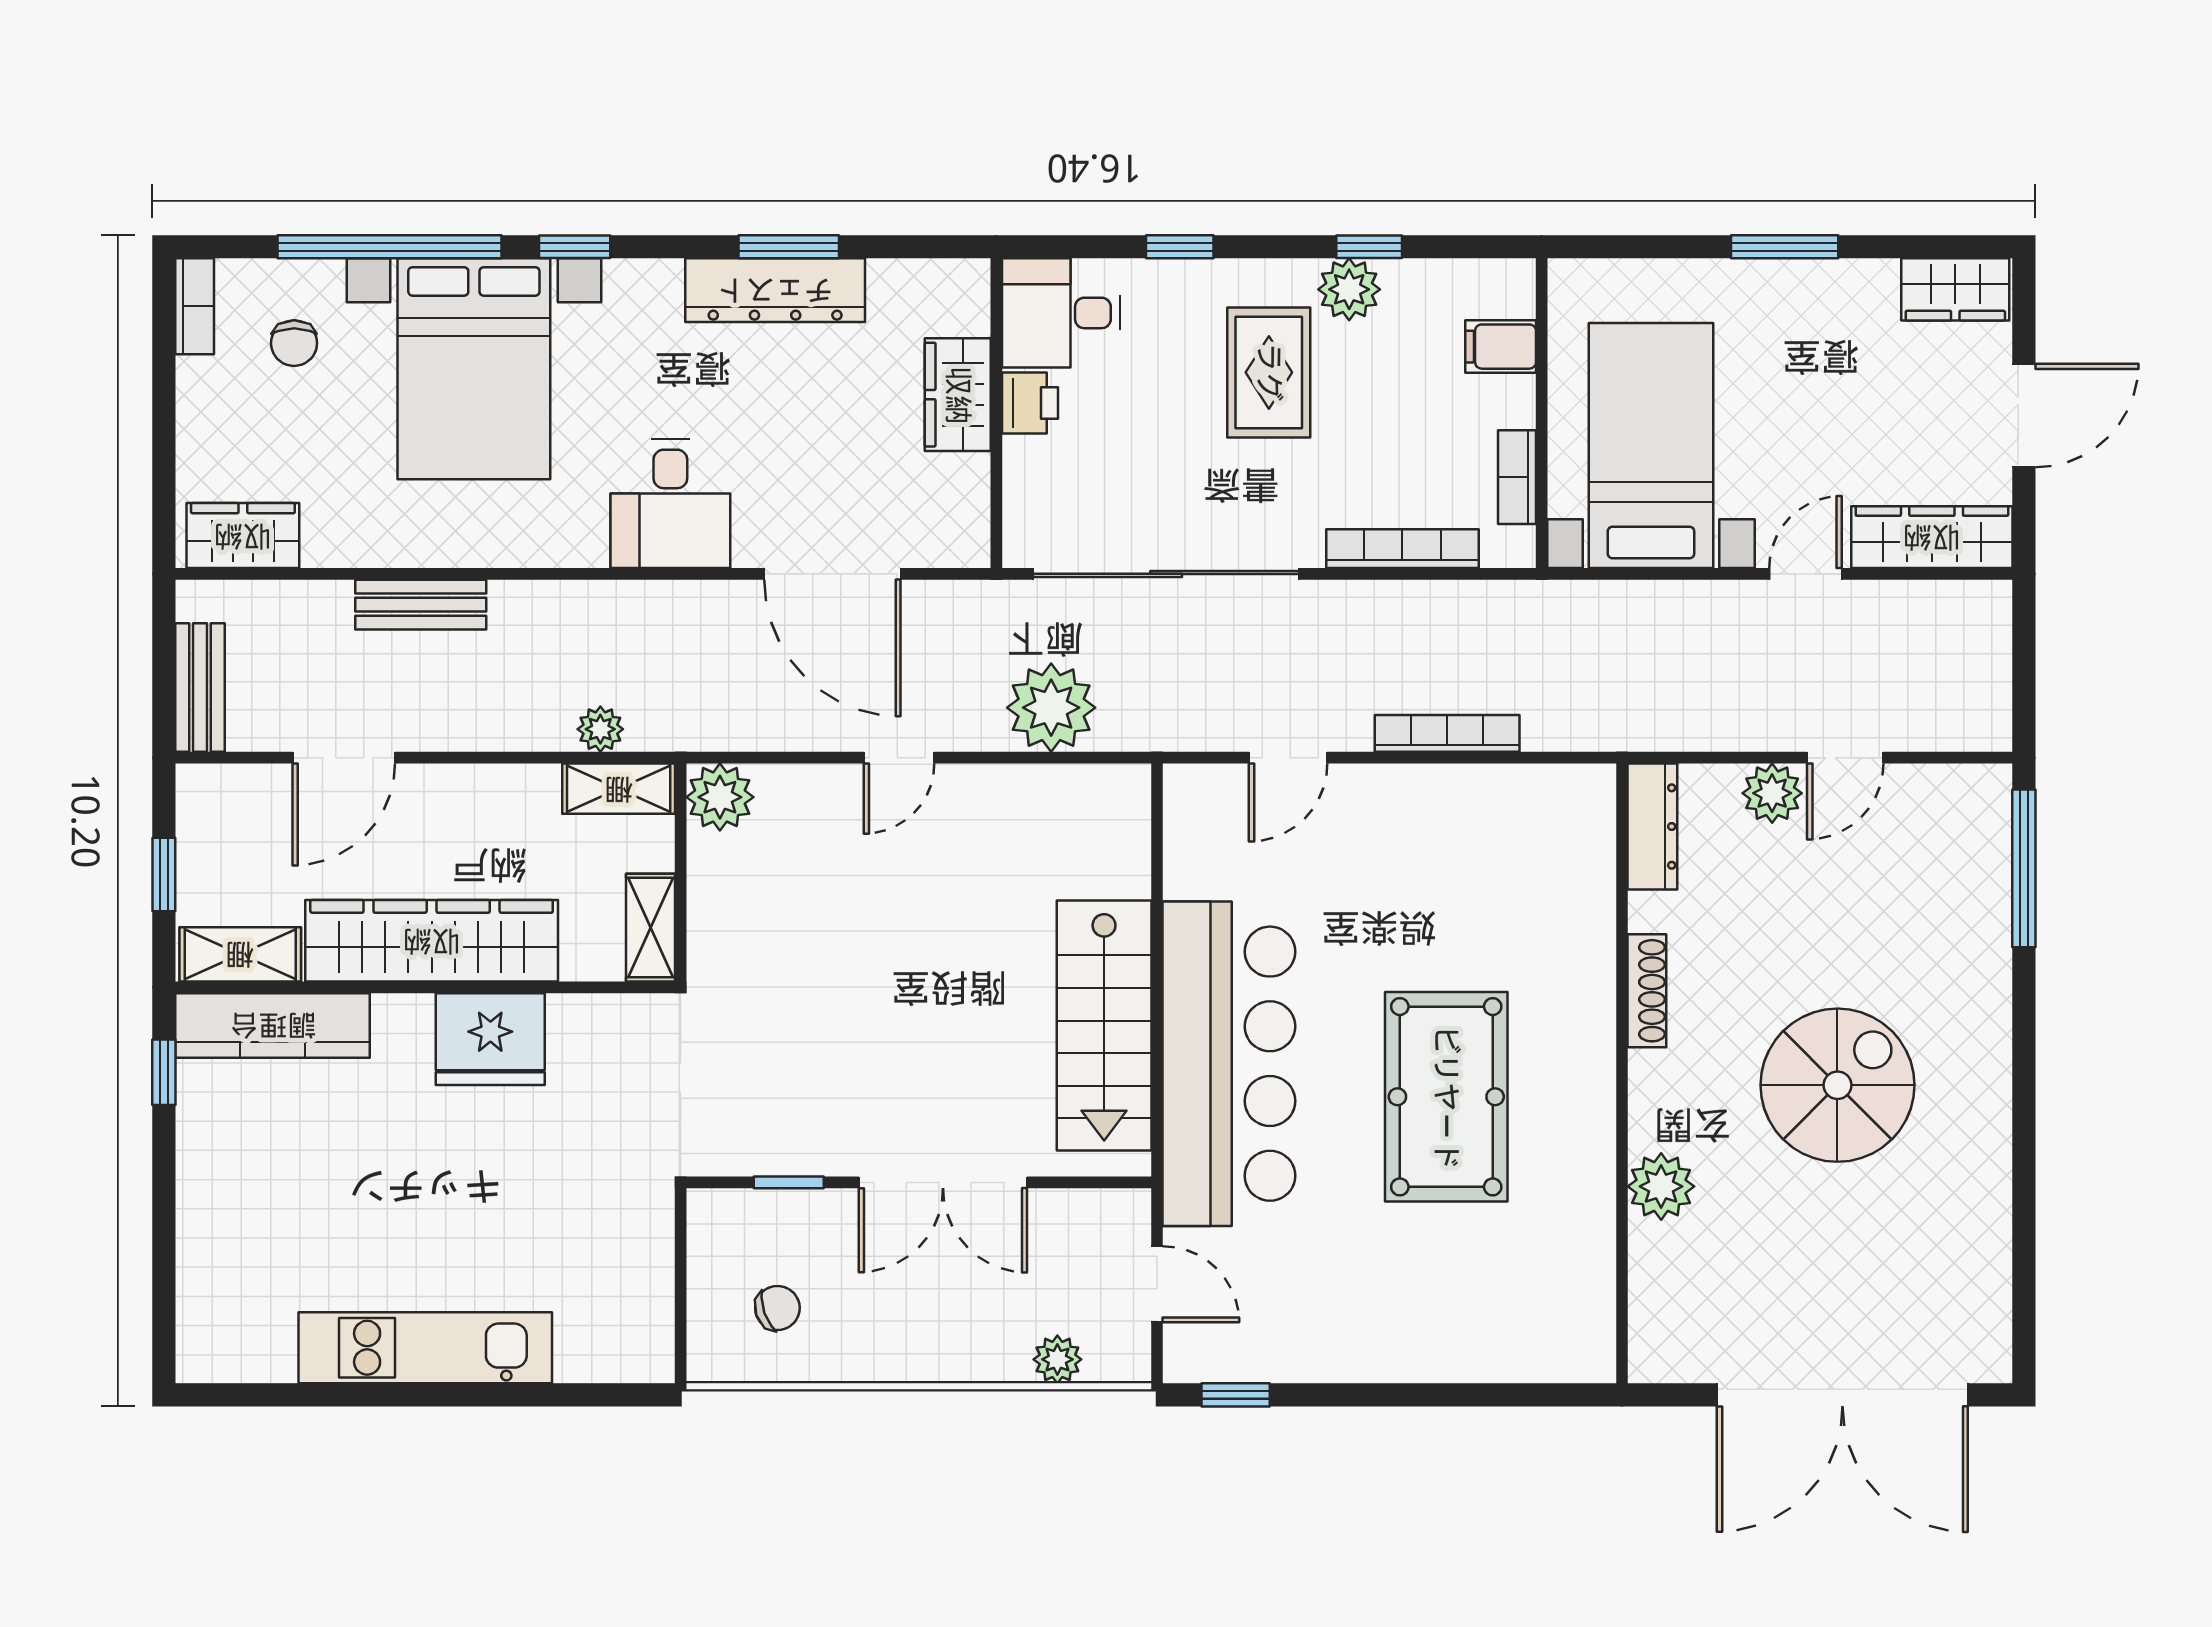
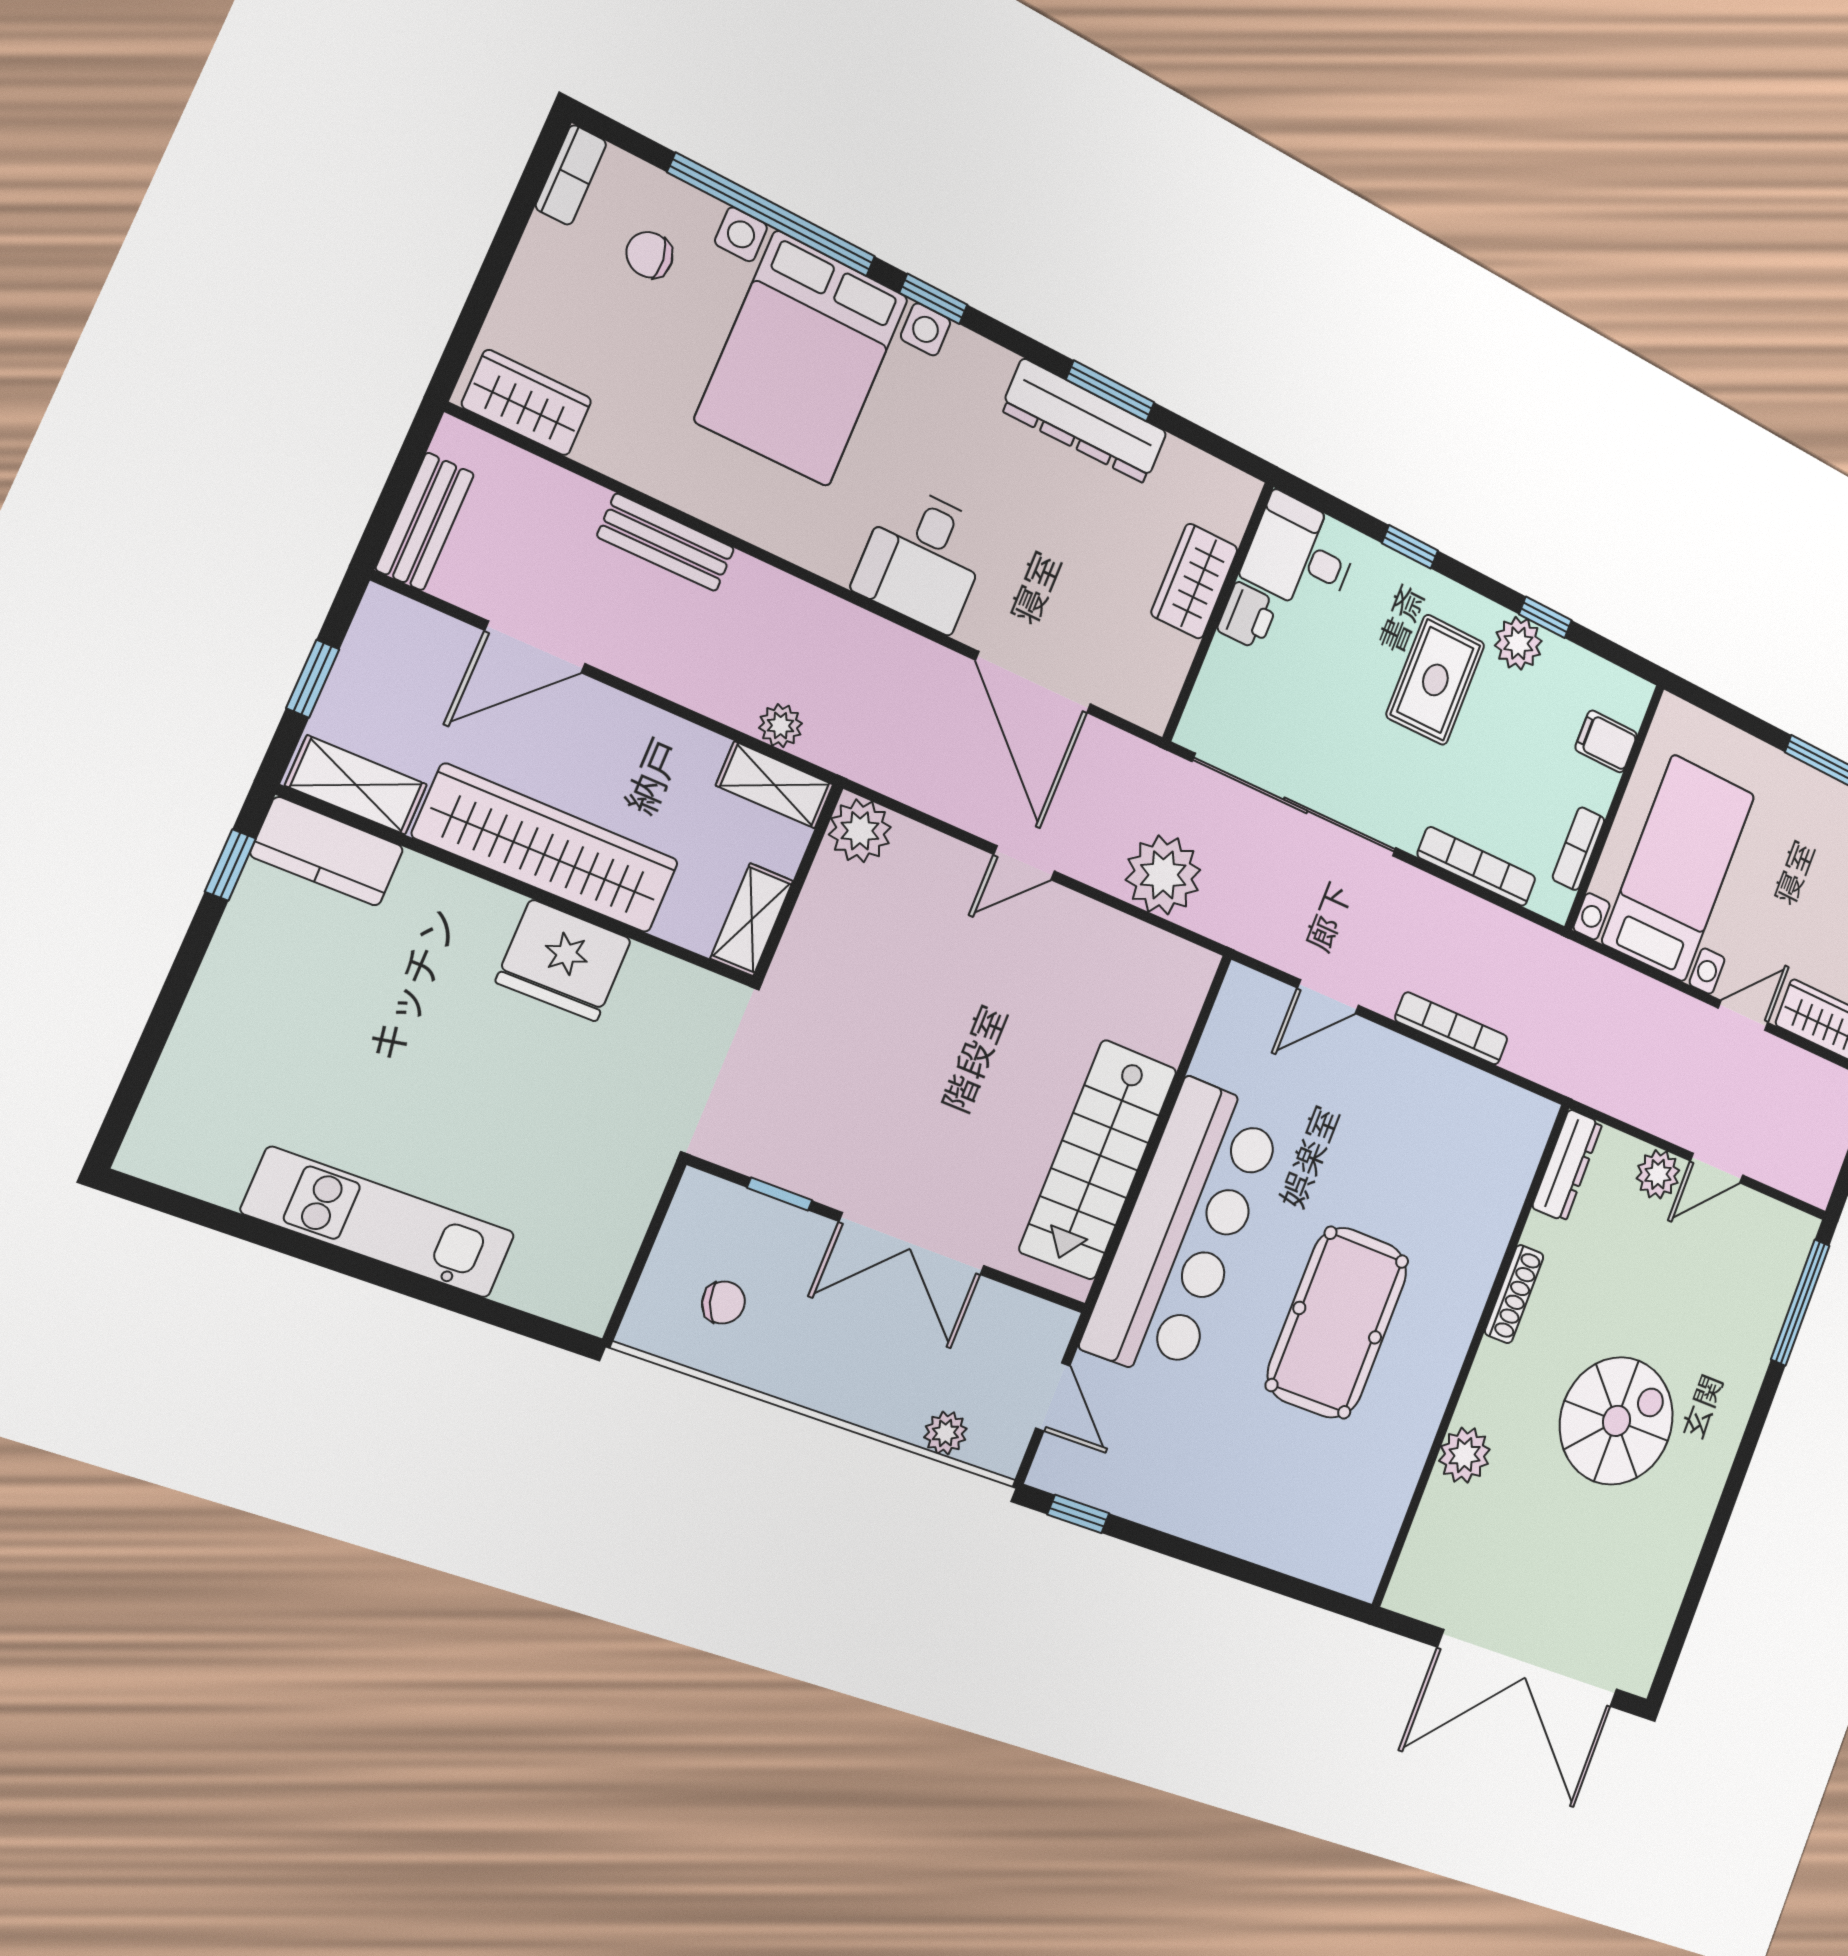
chair: (294, 343) -> (649, 255), turned 84
kitchen counter: (273, 1025) -> (327, 851), width x0.67

